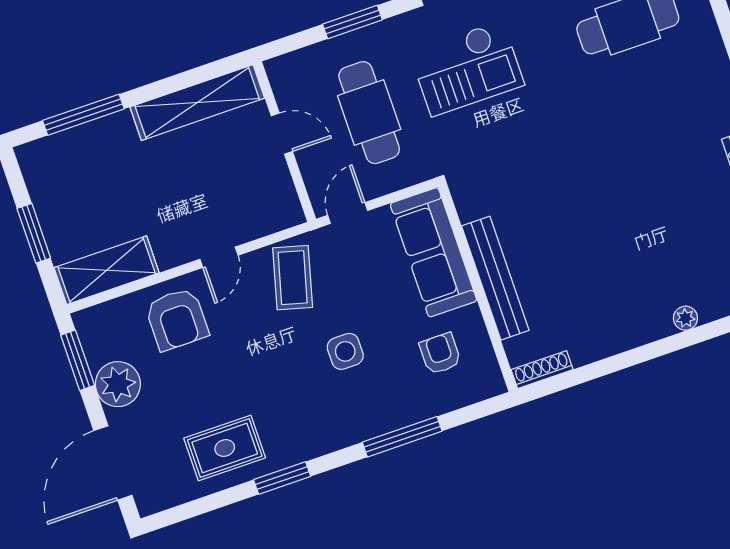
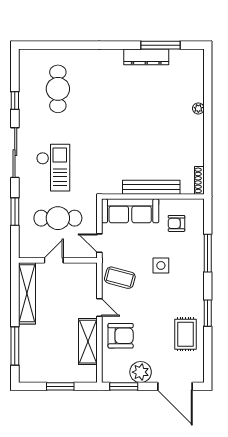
shelving: (107, 270) -> (88, 342), moved

